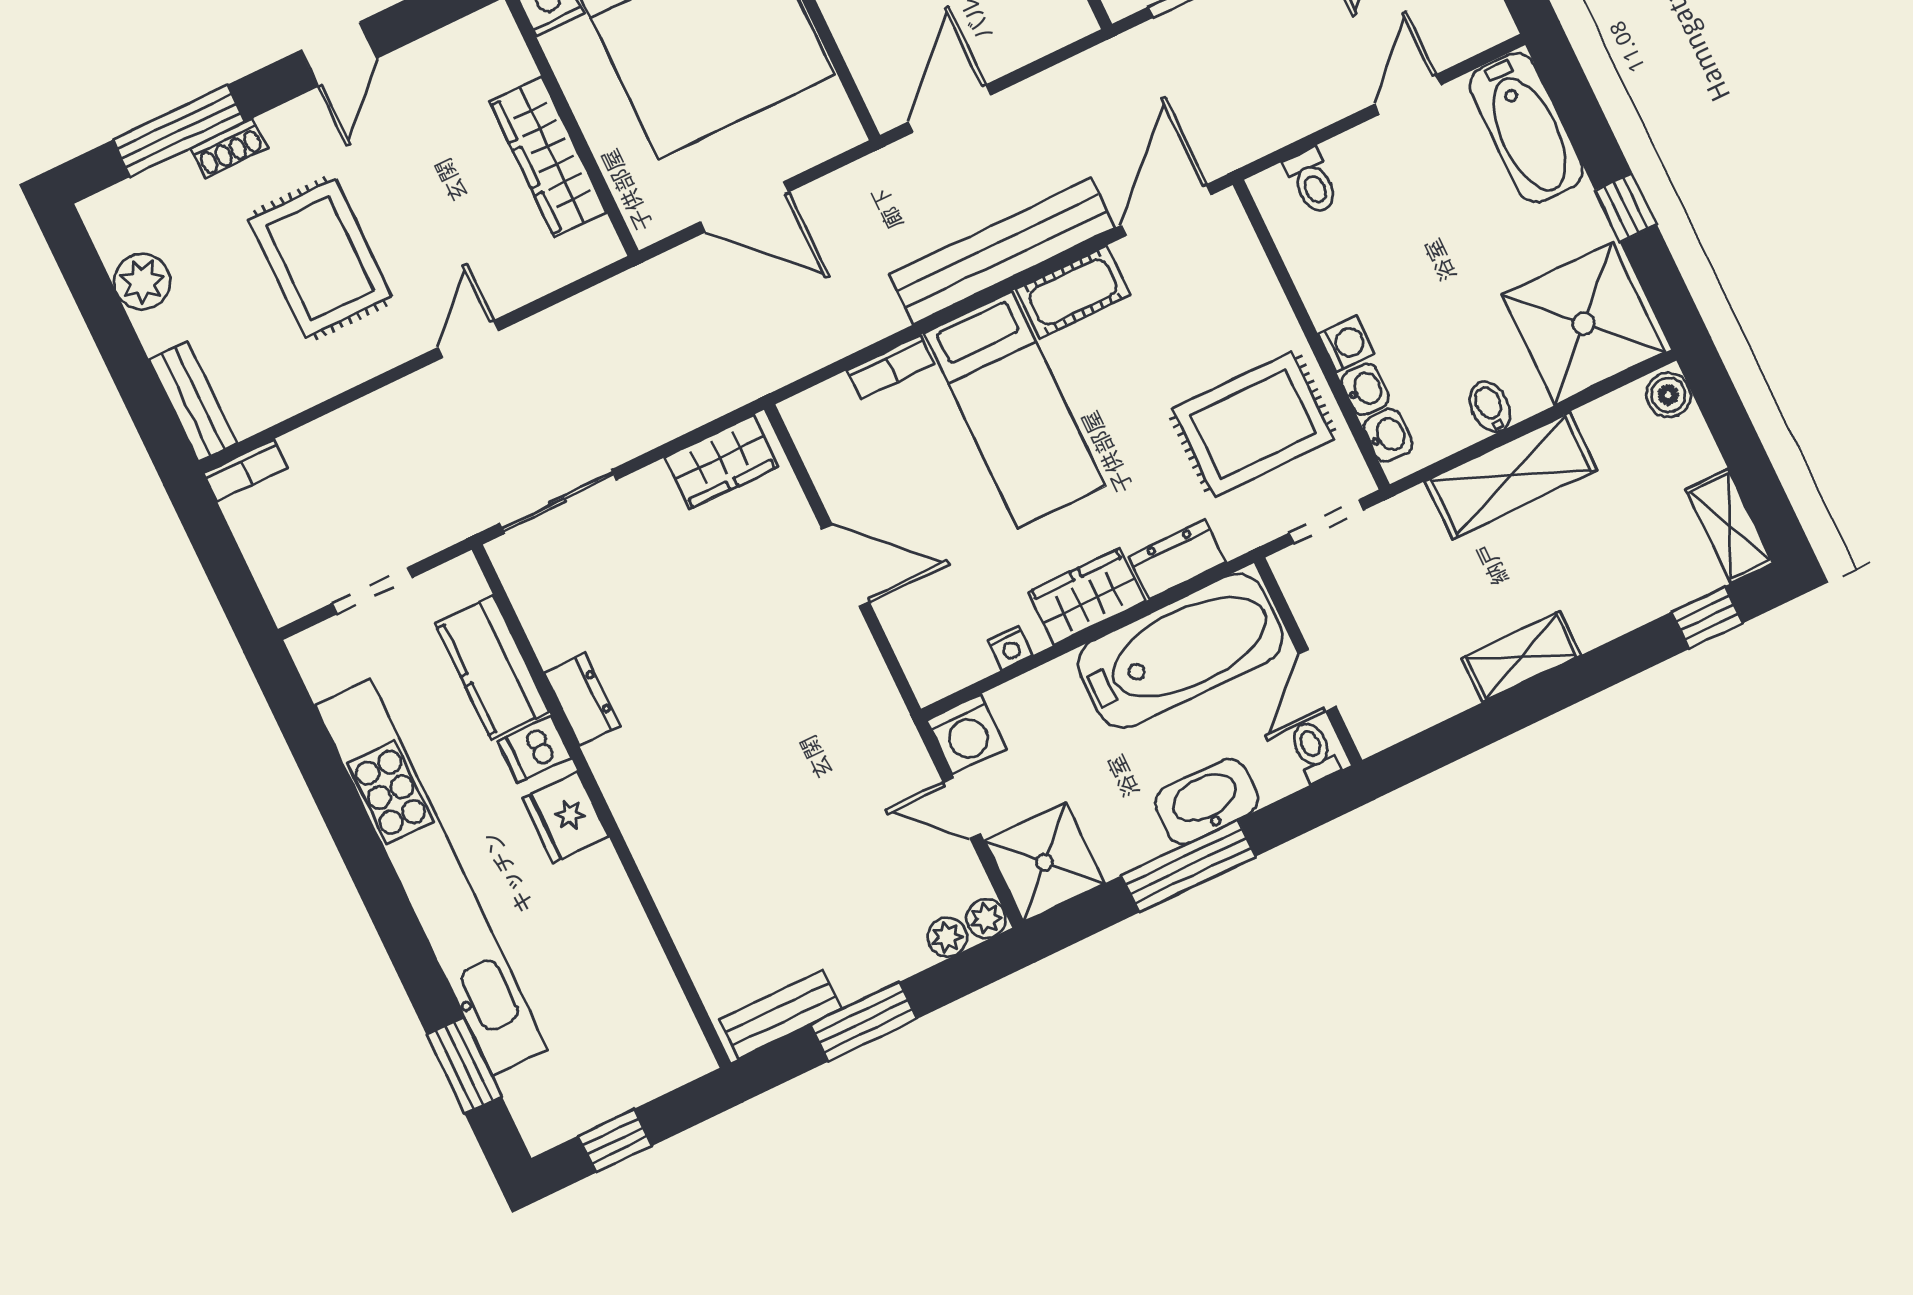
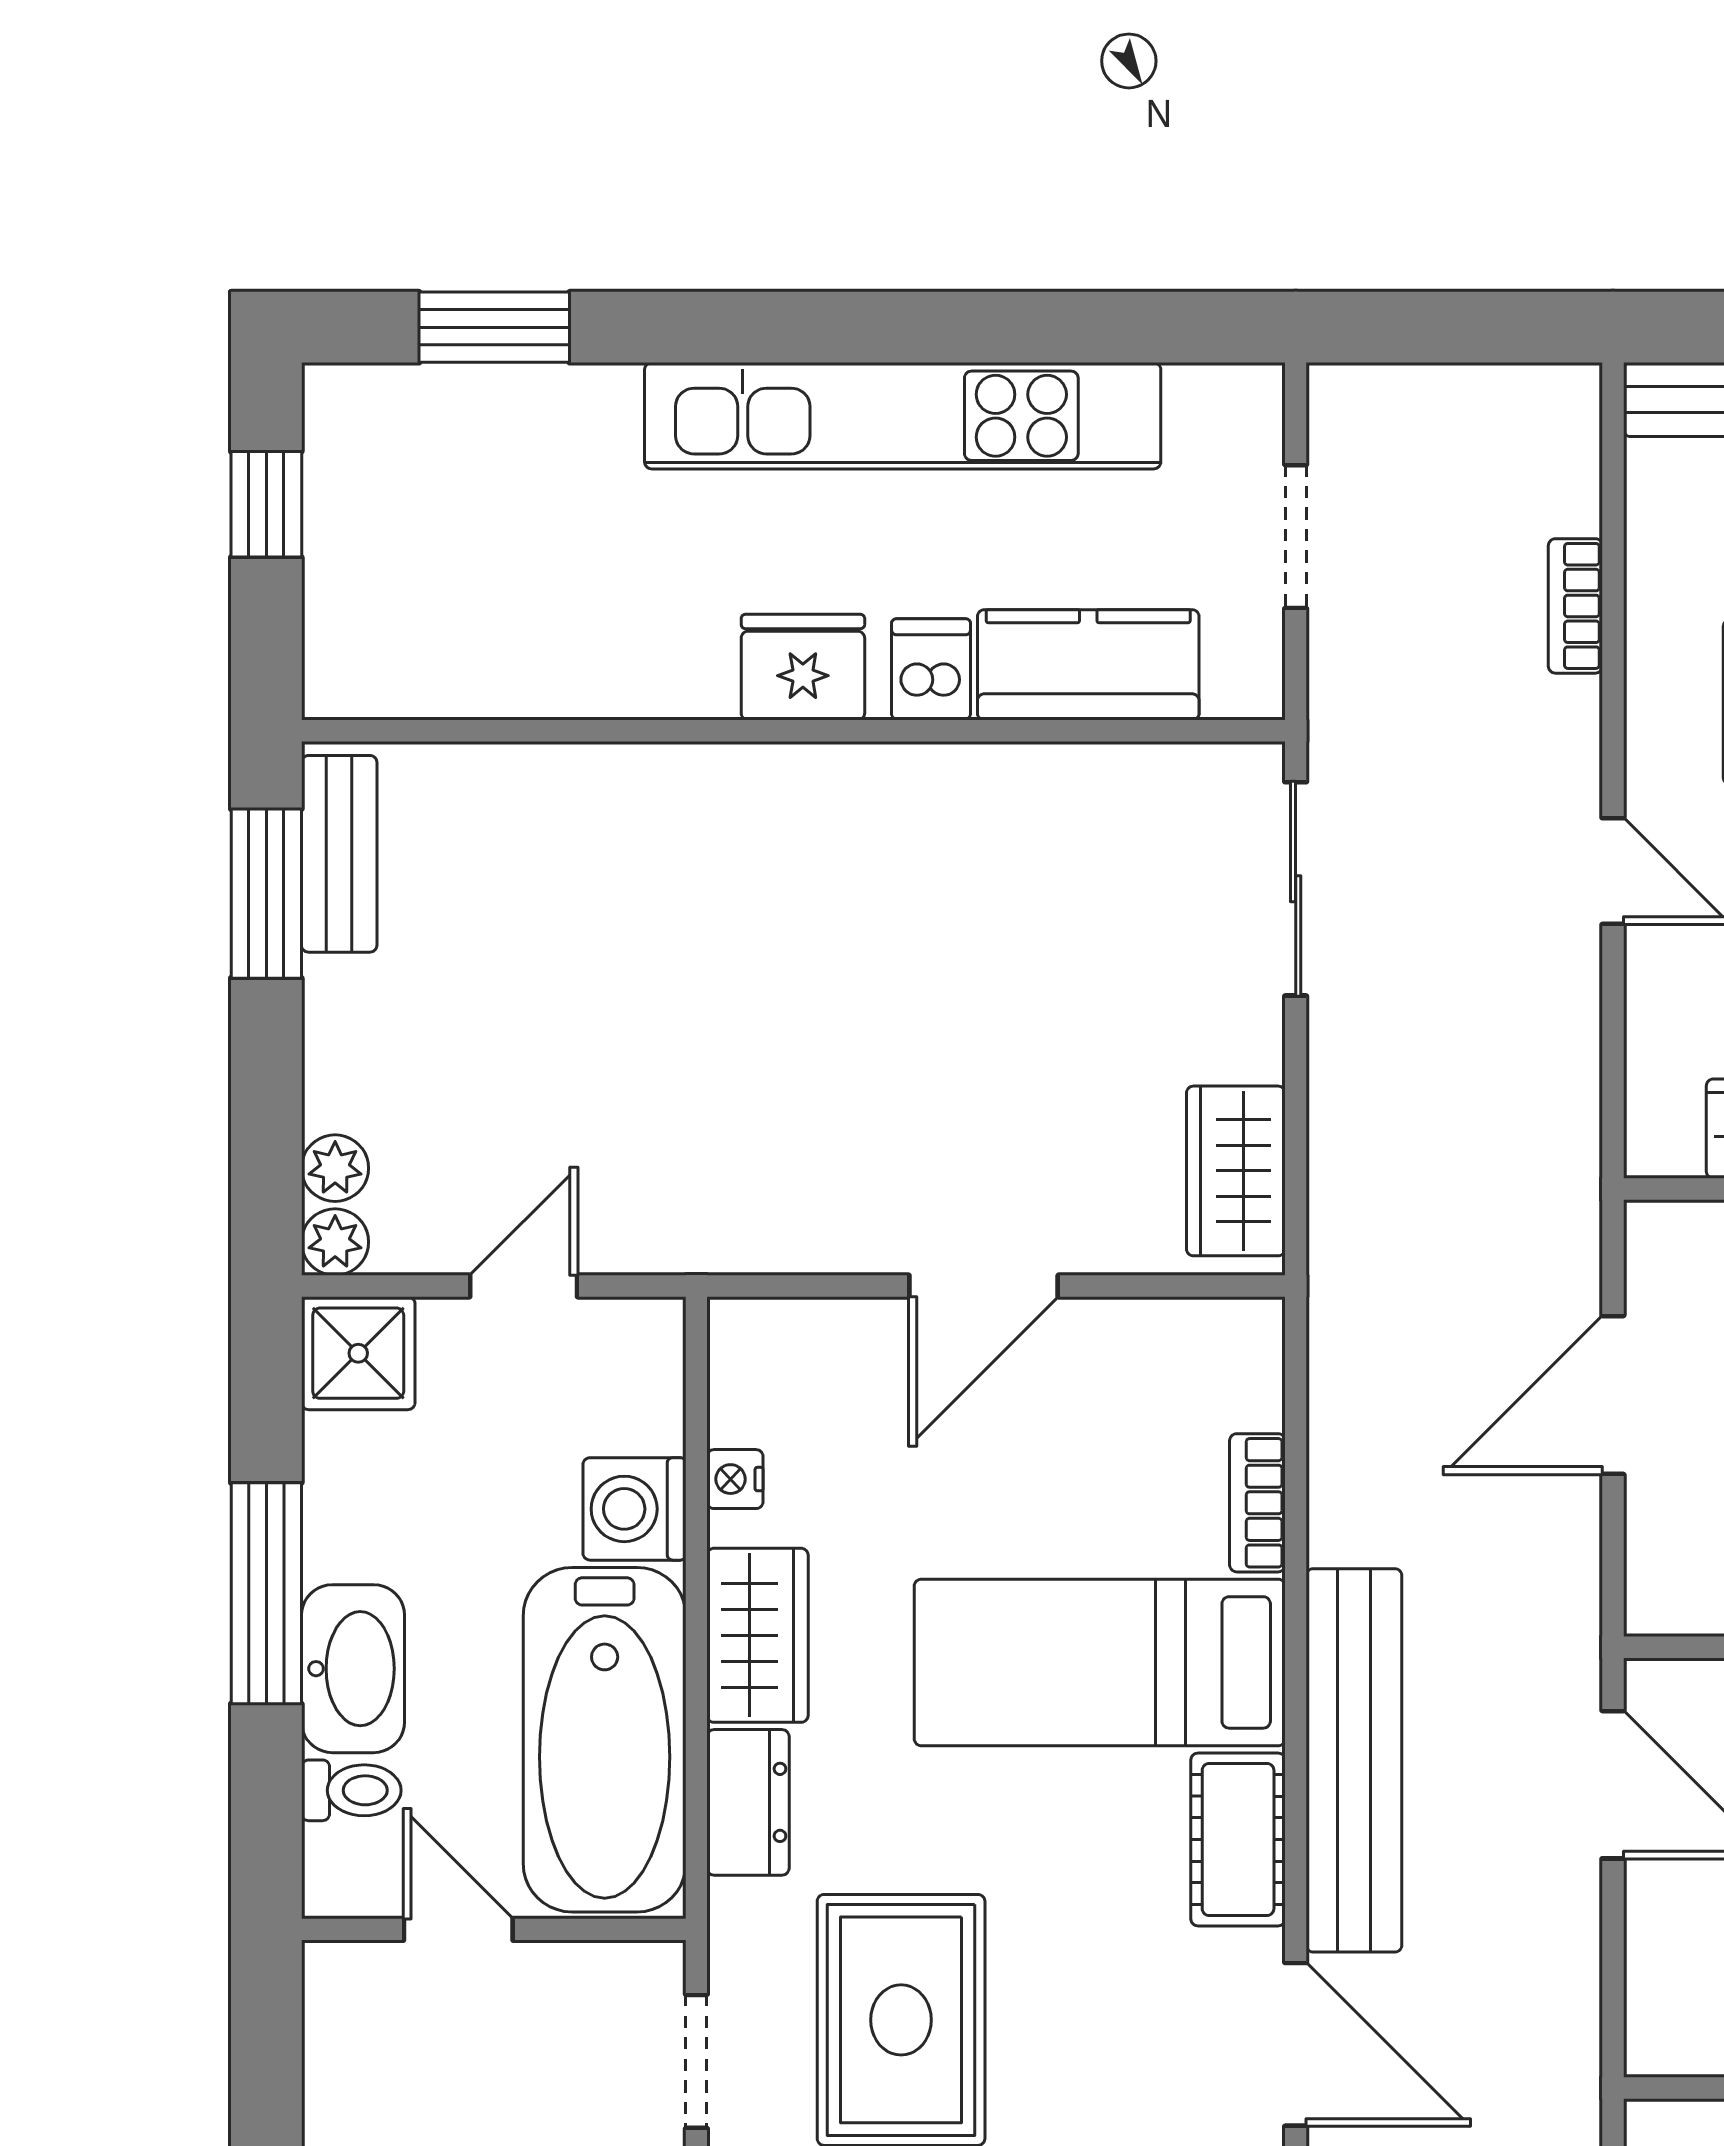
bookcase: (245, 470) -> (1575, 606), moved
dresser: (582, 699) -> (972, 780), removed
washing machine: (966, 734) -> (634, 1509), moved
toilet: (1314, 751) -> (351, 1790), moved
shower: (1045, 862) -> (358, 1353), width x0.73, depth x0.73
kitchen unit: (431, 877) -> (903, 416), width x0.73
window: (864, 1022) -> (266, 894), moved

